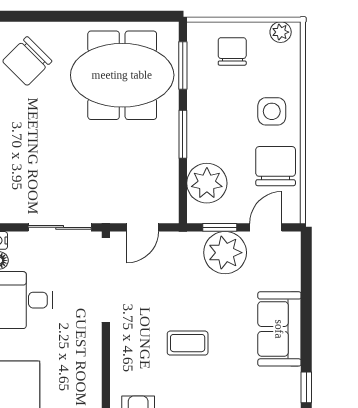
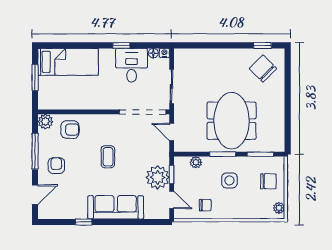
meeting table: (122, 75) -> (232, 121), moved
side table: (272, 111) -> (229, 180), moved
chair: (276, 166) -> (205, 205), width x0.54, depth x0.54
plant: (207, 183) -> (196, 162), width x0.53, depth x0.53
sofa: (279, 329) -> (116, 207), width x1.36

